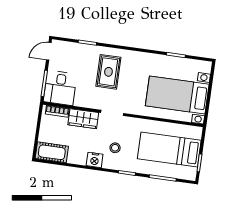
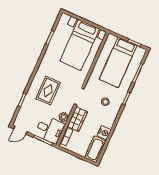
door: (49, 51) -> (20, 130), hinge flipped
rug: (108, 72) -> (48, 91), turned 90
plant: (81, 101) -> (63, 117), added
nightstand: (95, 160) -> (104, 133), moved

